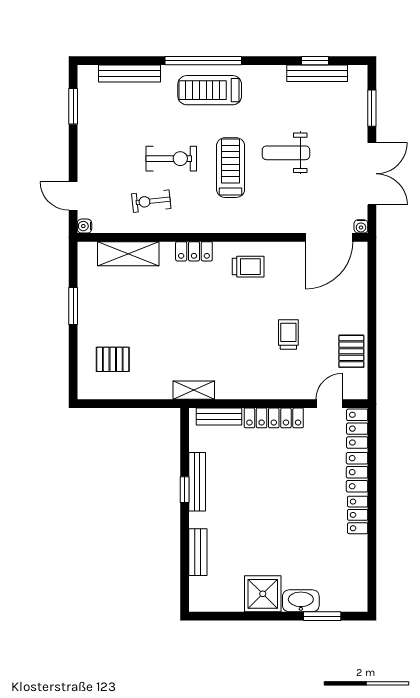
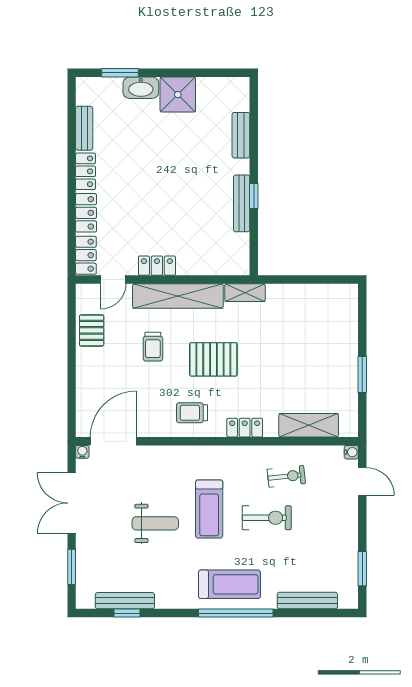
exercise bike: (171, 159) -> (267, 518), turned 180
pallet: (113, 359) -> (213, 359), moved, width x1.50, depth x1.42
shelving: (263, 387) -> (178, 296), added
bench: (219, 416) -> (84, 128), moved, turned 90
locker: (274, 418) -> (157, 266), width x0.66

